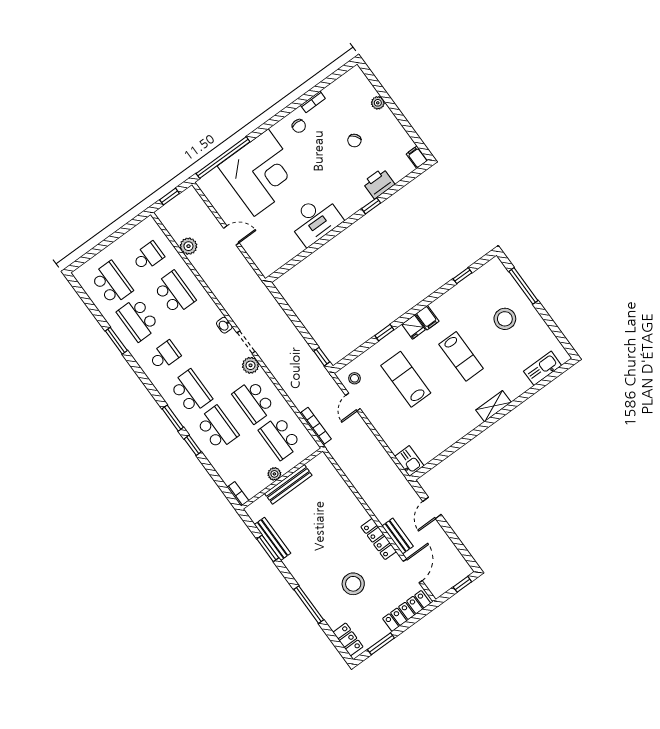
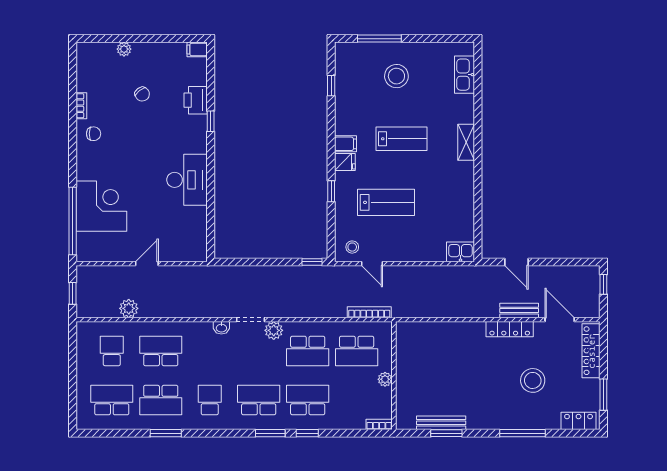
corner desk: (261, 173) -> (101, 206), width x0.74, depth x0.74
lab bench: (406, 379) -> (386, 202), turned 180
bench: (288, 484) -> (403, 374), removed

